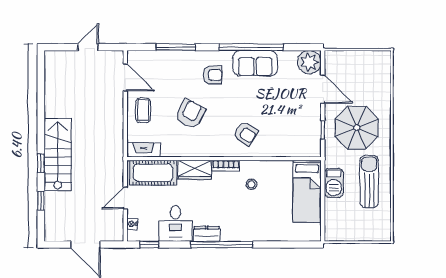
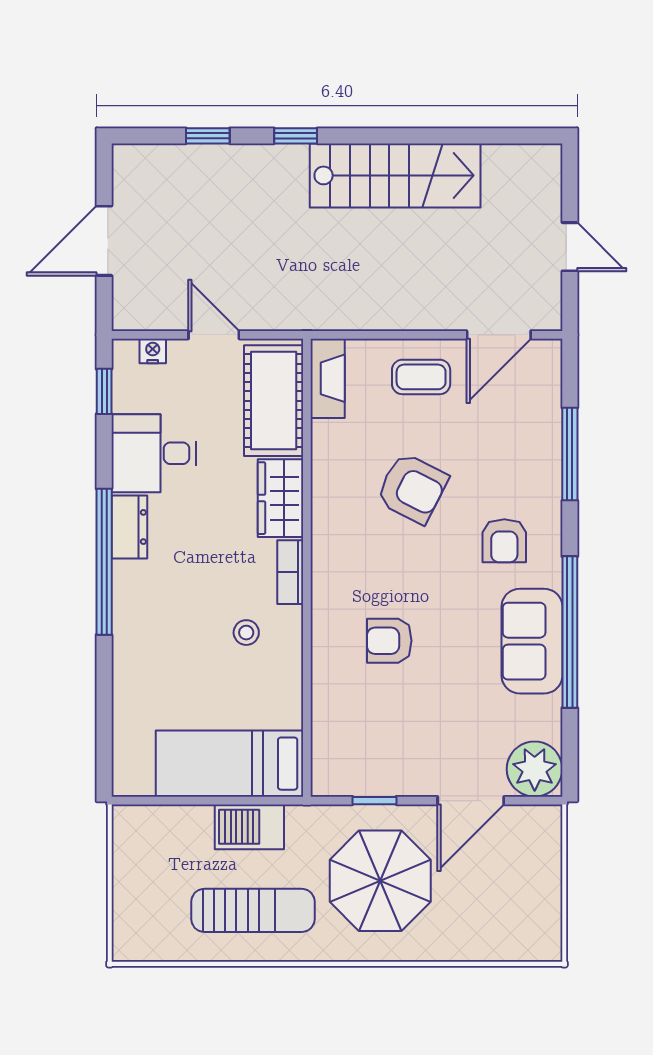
armchair: (246, 134) -> (389, 641), moved, turned 59
stairs: (58, 155) -> (395, 175), moved

